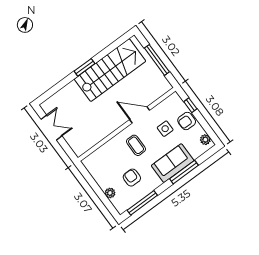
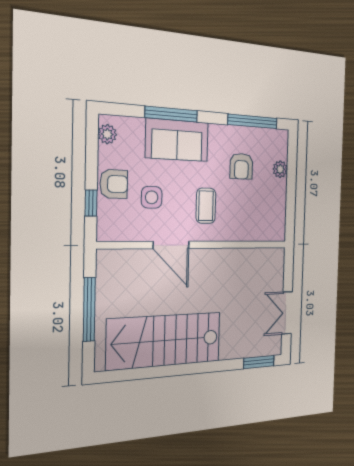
window: (84, 67) -> (259, 362), moved

